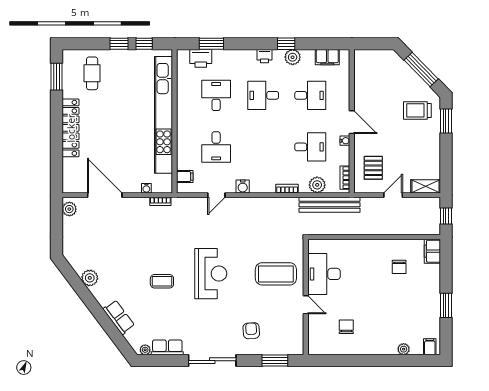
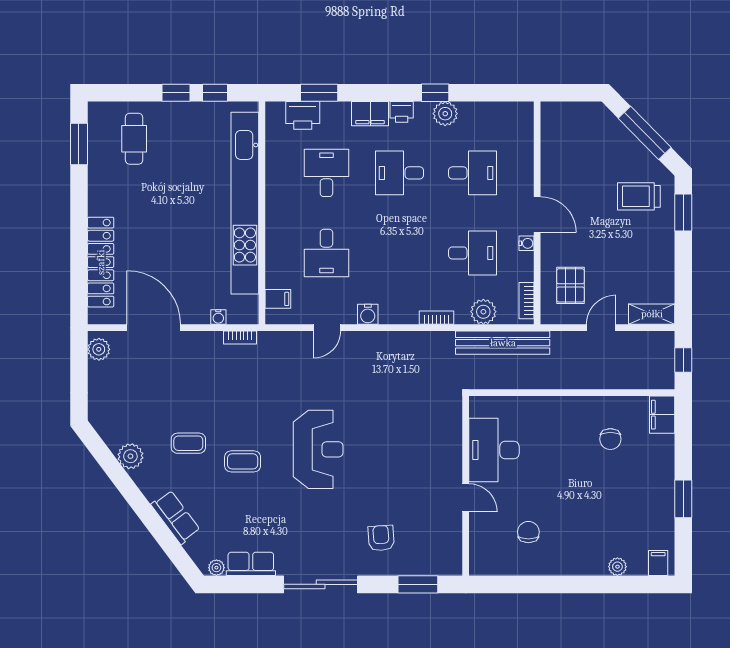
filing cabinet: (327, 57) -> (370, 114), moved
locker: (71, 128) -> (101, 262), moved
coffee table: (276, 274) -> (188, 443), moved, width x0.54, depth x0.58

